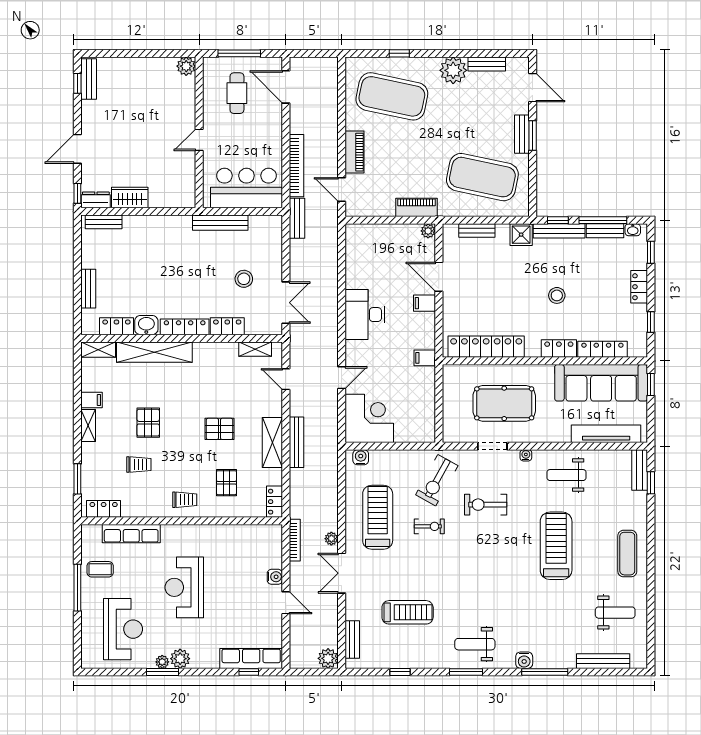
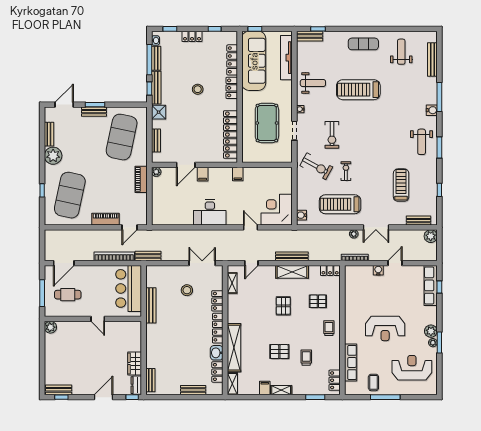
door: (77, 149) -> (104, 397), swing flipped
weight bench: (566, 475) -> (313, 83), turned -90

